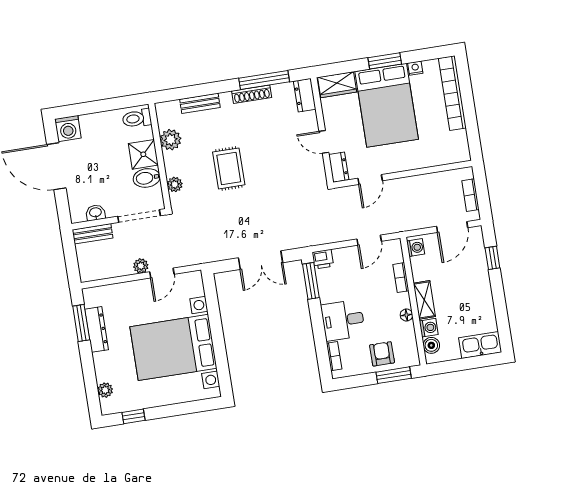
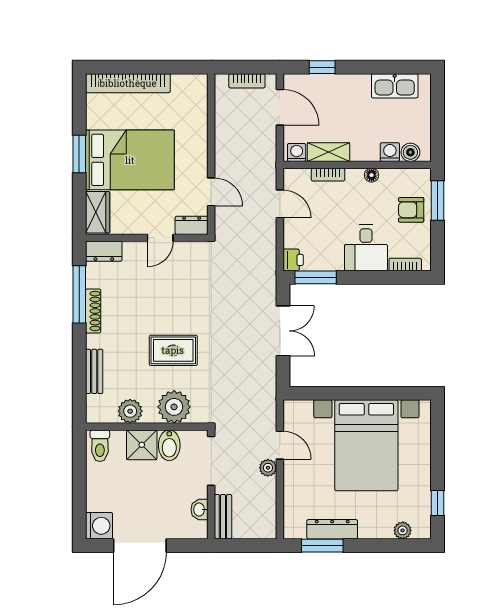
nightstand: (415, 68) -> (93, 121), removed
plant: (175, 184) -> (174, 407), width x1.87, depth x1.87
shelving: (424, 300) -> (328, 152), moved
kitchen sink: (480, 345) -> (395, 86), moved, turned -90

